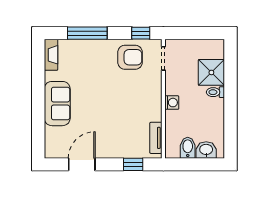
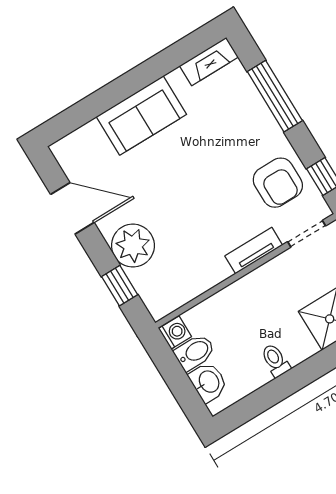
toilet: (215, 92) -> (275, 360), moved
washing machine: (172, 103) -> (175, 332), moved, turned -90
tv unit: (156, 138) -> (254, 251), moved
plant: (118, 146) -> (133, 246), added

